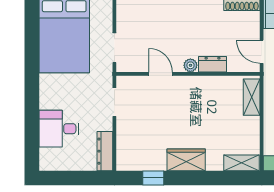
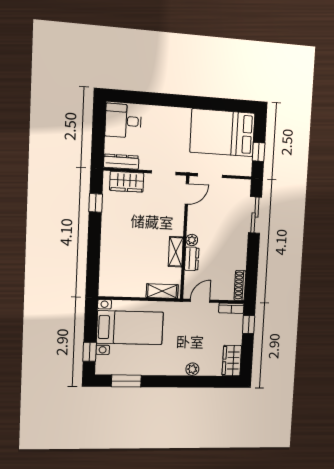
door: (161, 74) -> (187, 194), moved
desk: (59, 129) -> (123, 121), moved, turned -90
wardrobe: (186, 160) -> (127, 182), moved, turned 90
shelving: (242, 163) -> (176, 252), moved

